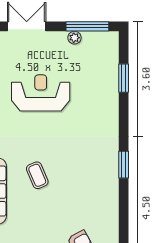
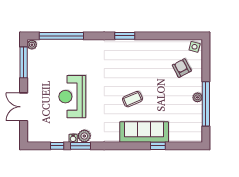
plant: (74, 38) -> (32, 45), moved
window: (124, 78) -> (61, 36), width x2.11

